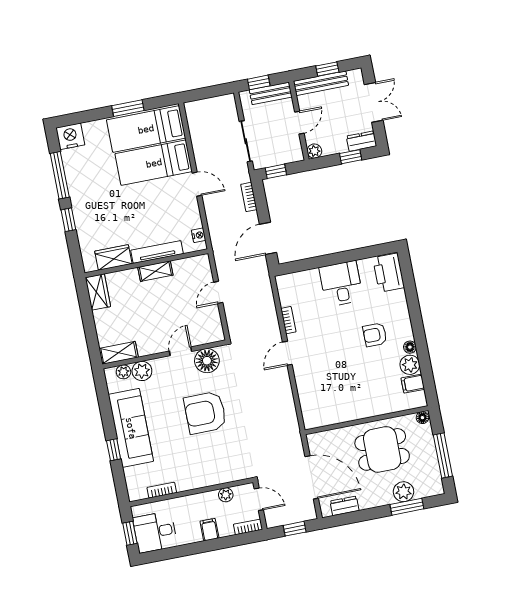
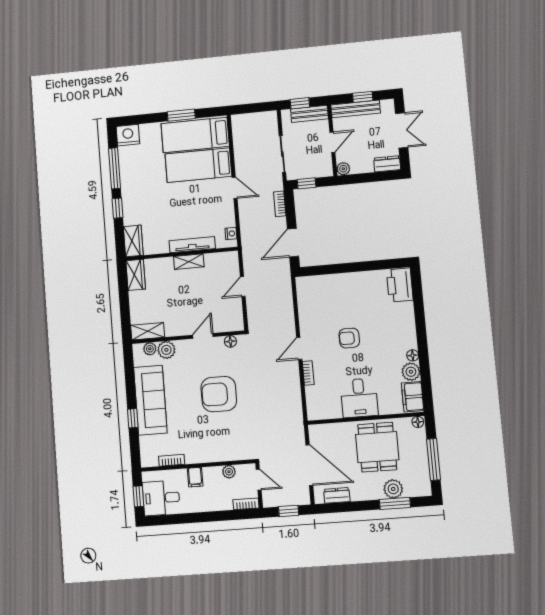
window: (351, 157) -> (376, 177), removed
wardrobe: (113, 257) -> (133, 241), moved, turned 90
desk: (341, 284) -> (359, 398), moved, turned 180
bookcase: (288, 320) -> (308, 373), moved
armchair: (375, 335) -> (349, 338), moved
floor lamp: (207, 361) -> (230, 341), width x0.53, depth x0.53
filing cabinet: (413, 384) -> (413, 397), width x2.00
dining table: (382, 449) -> (377, 447), turned 90
filing cabinet: (209, 530) -> (195, 477), moved, turned 180

